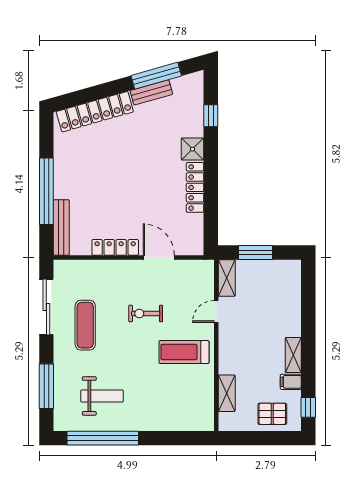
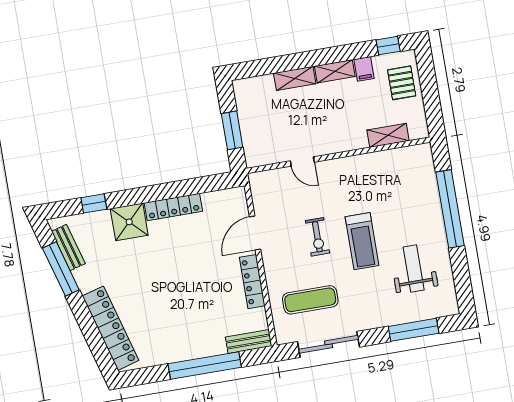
bench: (151, 92) -> (68, 247), moved
shower: (192, 149) -> (129, 222), width x1.36, depth x1.36
bench: (61, 227) -> (249, 342), width x0.73
shelving: (227, 278) -> (295, 78), moved
exercise mat: (85, 325) -> (310, 300), moved
treadmill: (184, 352) -> (362, 241), moved
window: (103, 438) -> (450, 209), moved

